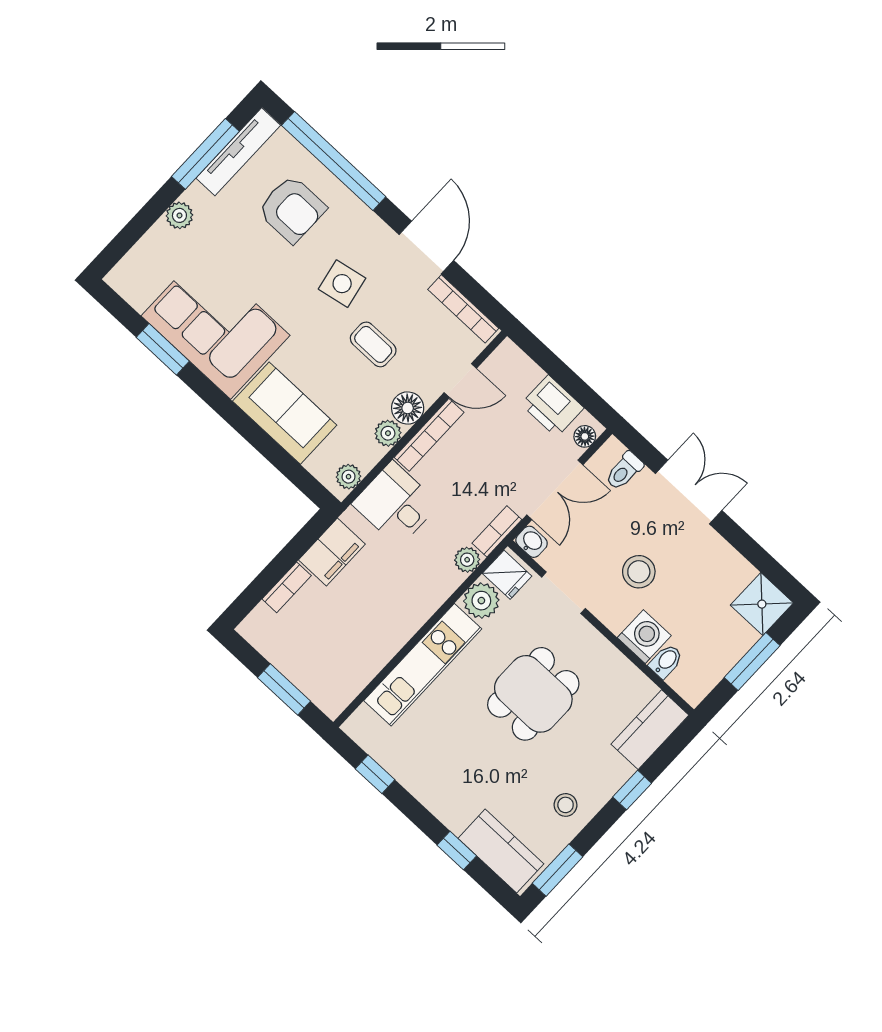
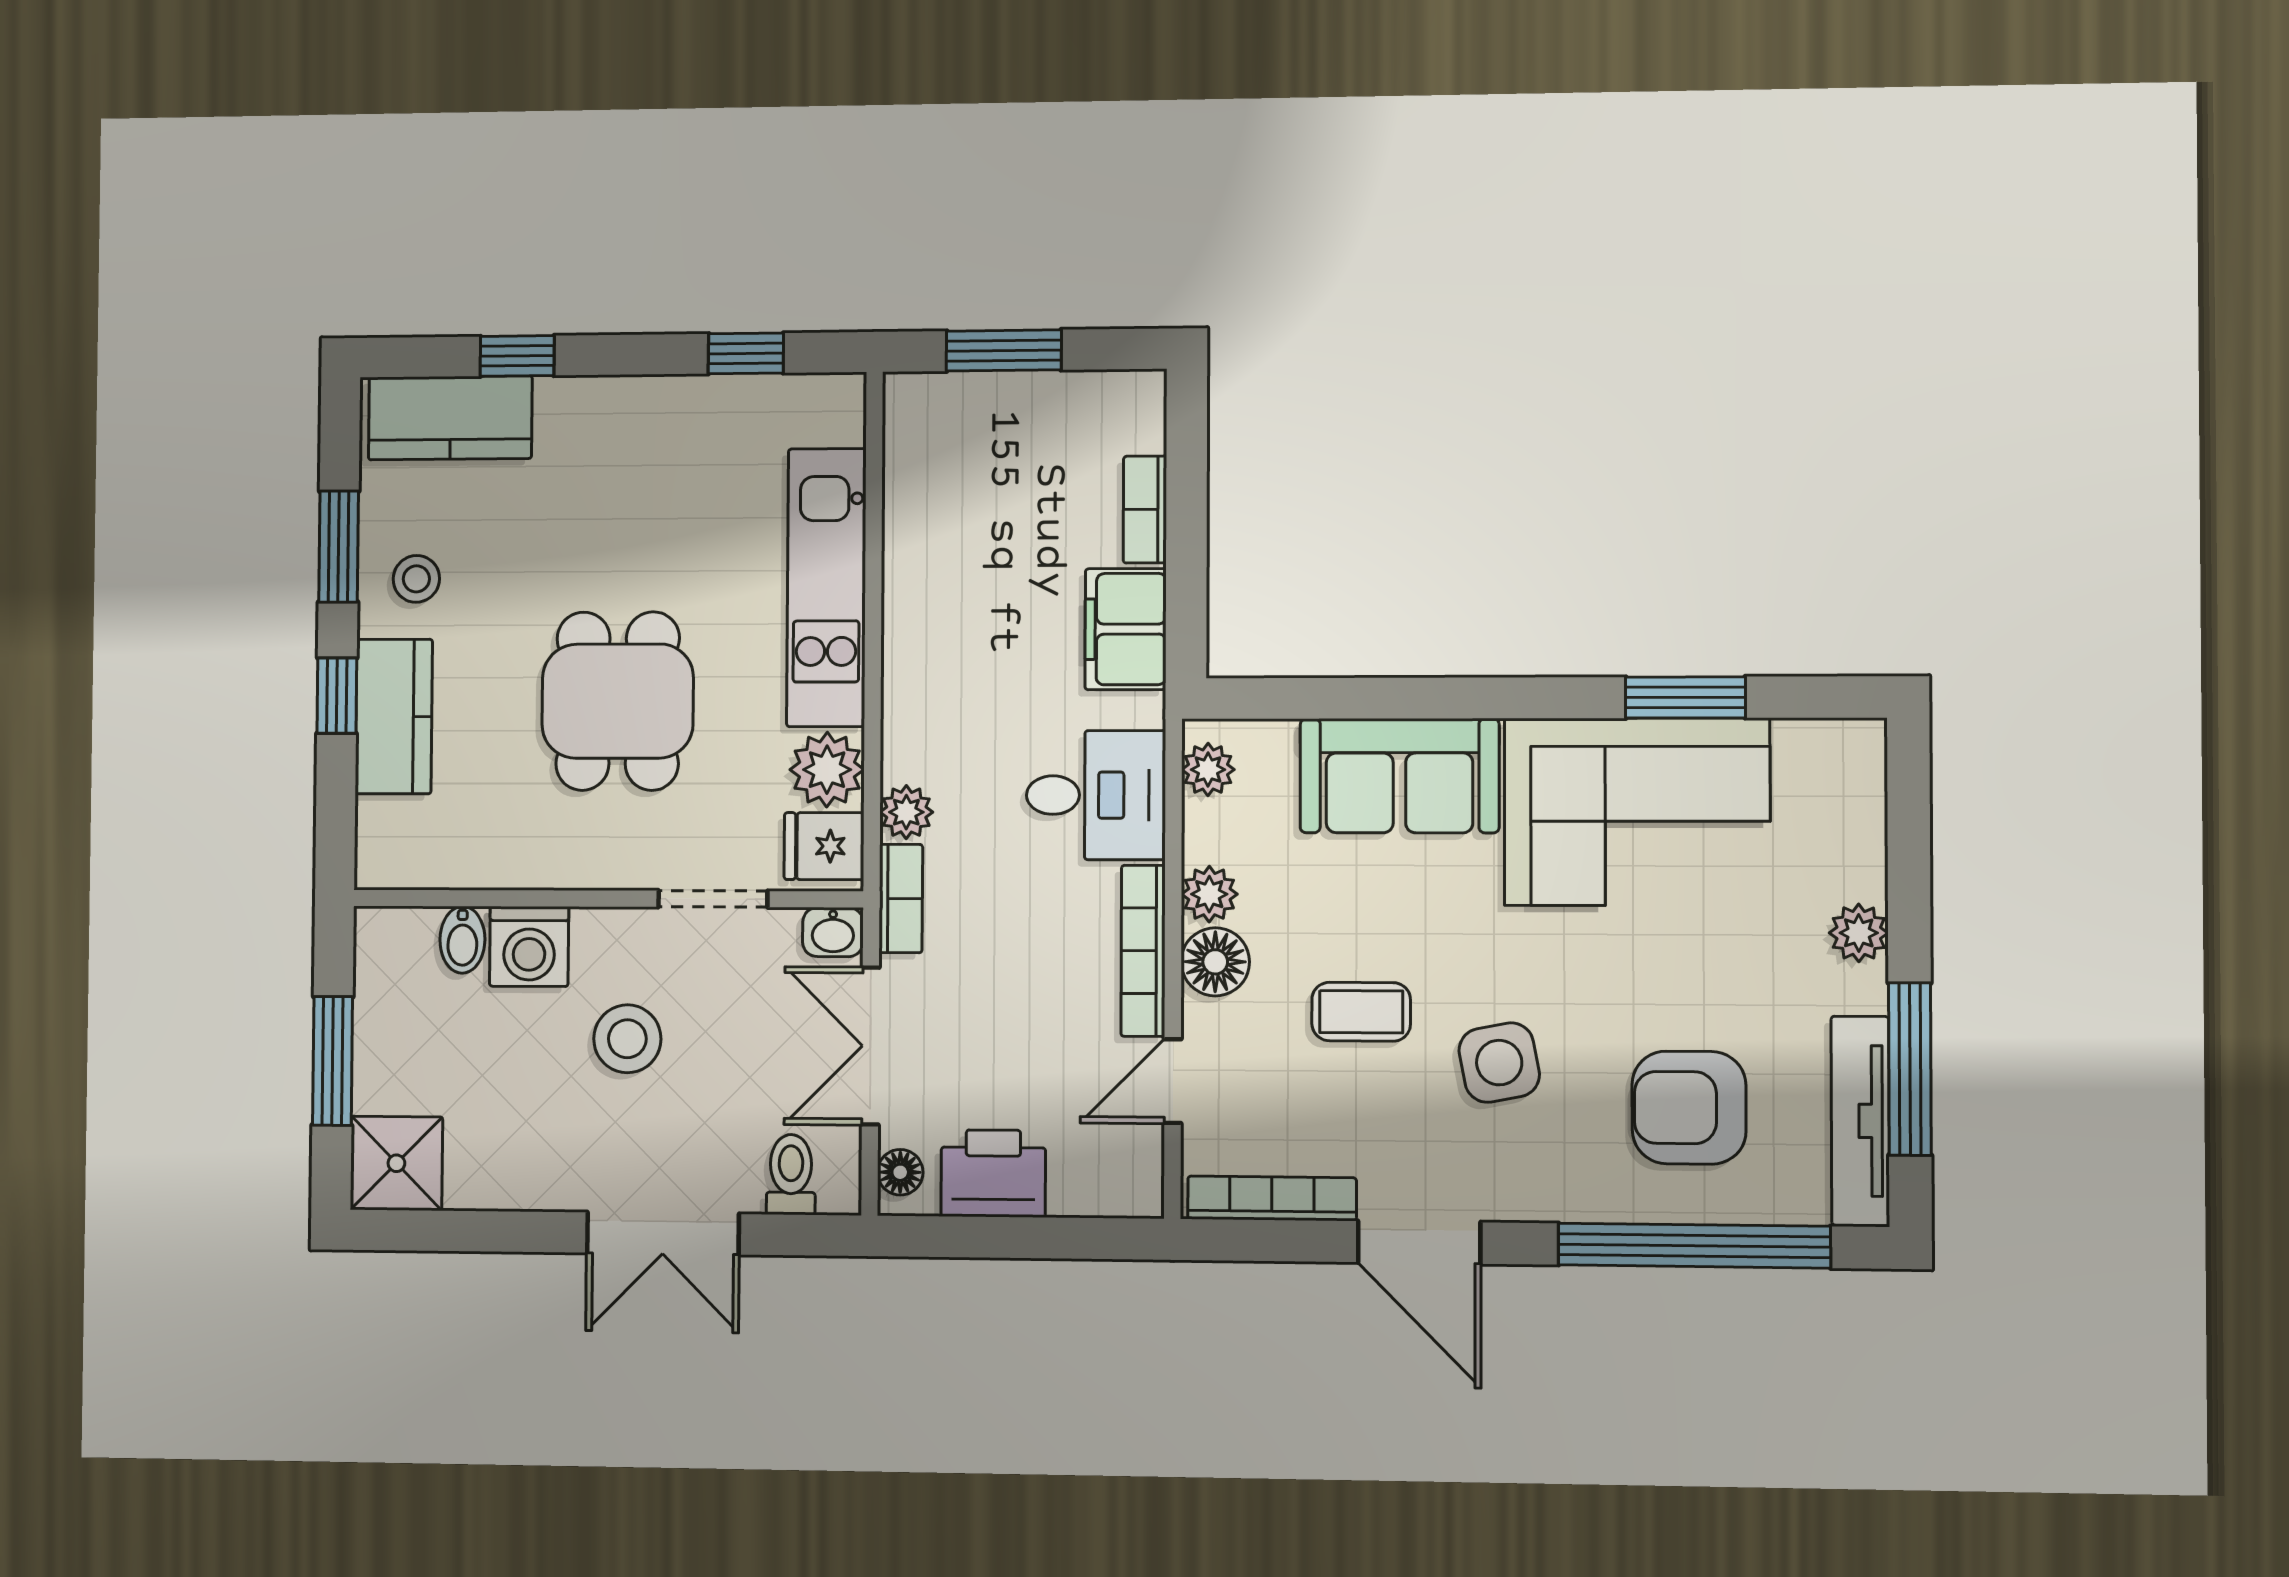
kitchen counter: (650, 730) -> (394, 717), moved
window: (558, 870) -> (339, 547), moved

